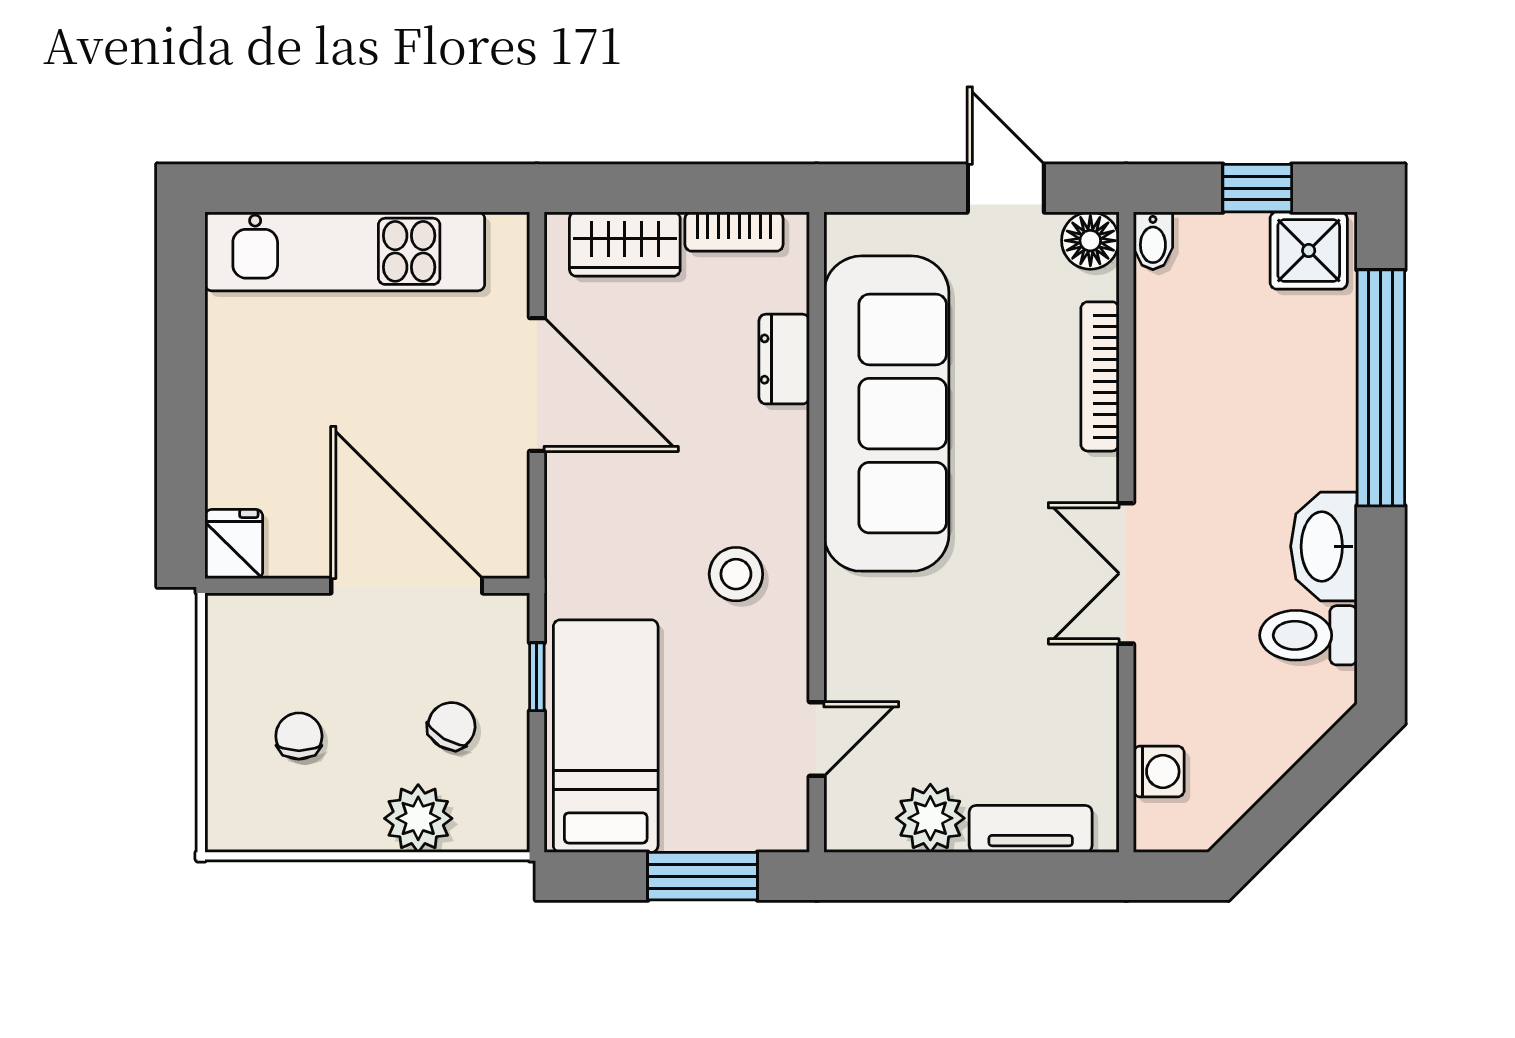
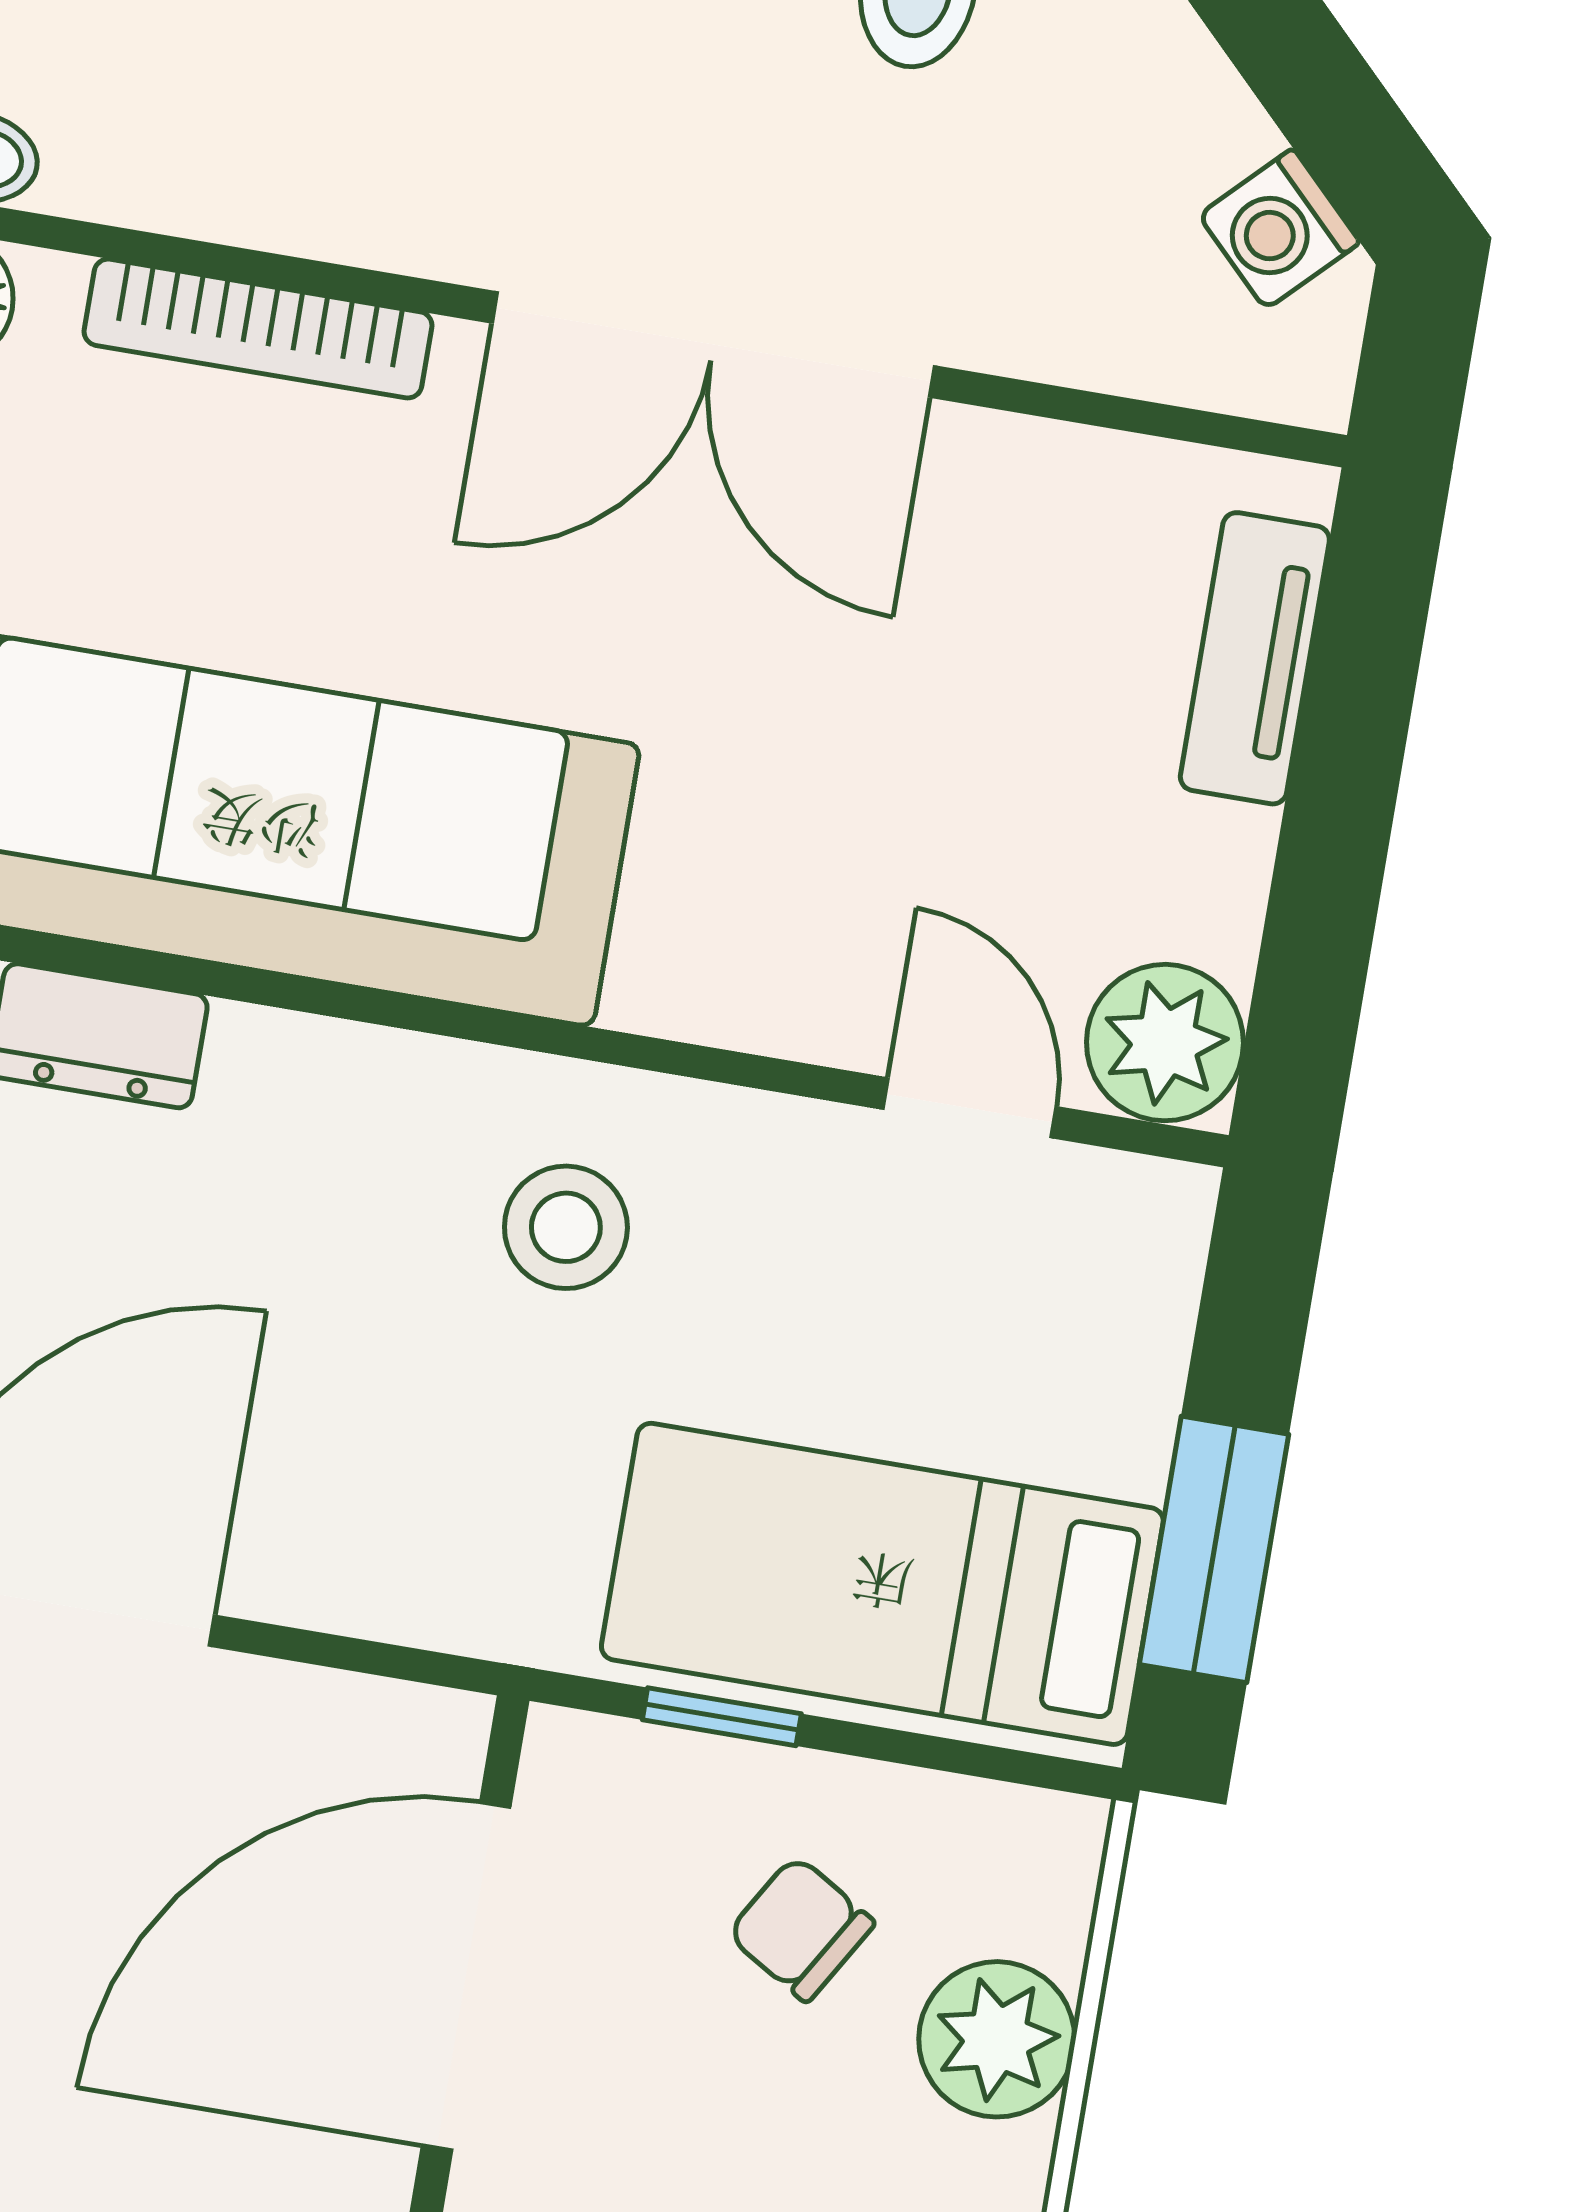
double door: (1126, 573) -> (713, 344), width x1.37
washing machine: (1159, 771) -> (1279, 229), moved, turned -135
plant: (930, 818) -> (1165, 1043), moved
window: (703, 876) -> (1214, 1549), moved

